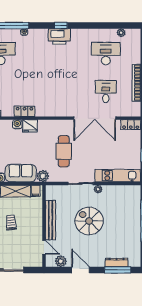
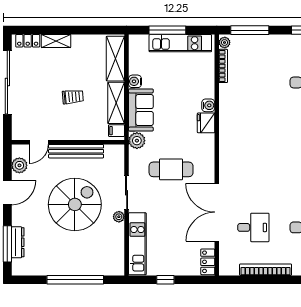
locker: (24, 111) -> (226, 115), removed
spiral stairs: (89, 221) -> (75, 204), width x1.37, depth x1.37

